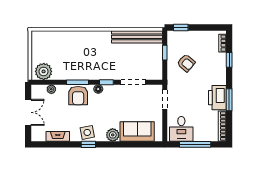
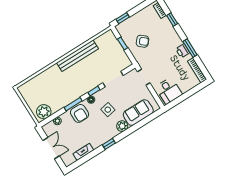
bench: (137, 37) -> (77, 56), moved
printer: (217, 98) -> (183, 51), width x0.53, depth x0.68
side table: (87, 132) -> (108, 110), moved
window: (195, 144) -> (186, 96), removed

